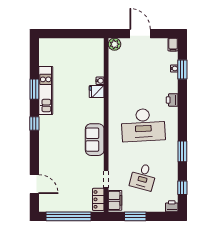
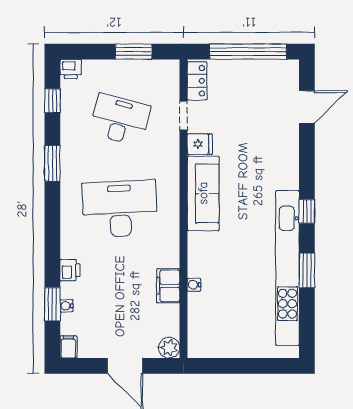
kitchen unit: (46, 90) -> (287, 268), width x1.86
fridge: (97, 92) -> (200, 144), moved
printer: (172, 100) -> (70, 270), moved
sofa: (95, 140) -> (203, 193), width x1.36
desk: (143, 177) -> (120, 120), width x1.37
door: (34, 184) -> (307, 107), swing flipped
filing cabinet: (115, 200) -> (168, 286), moved

